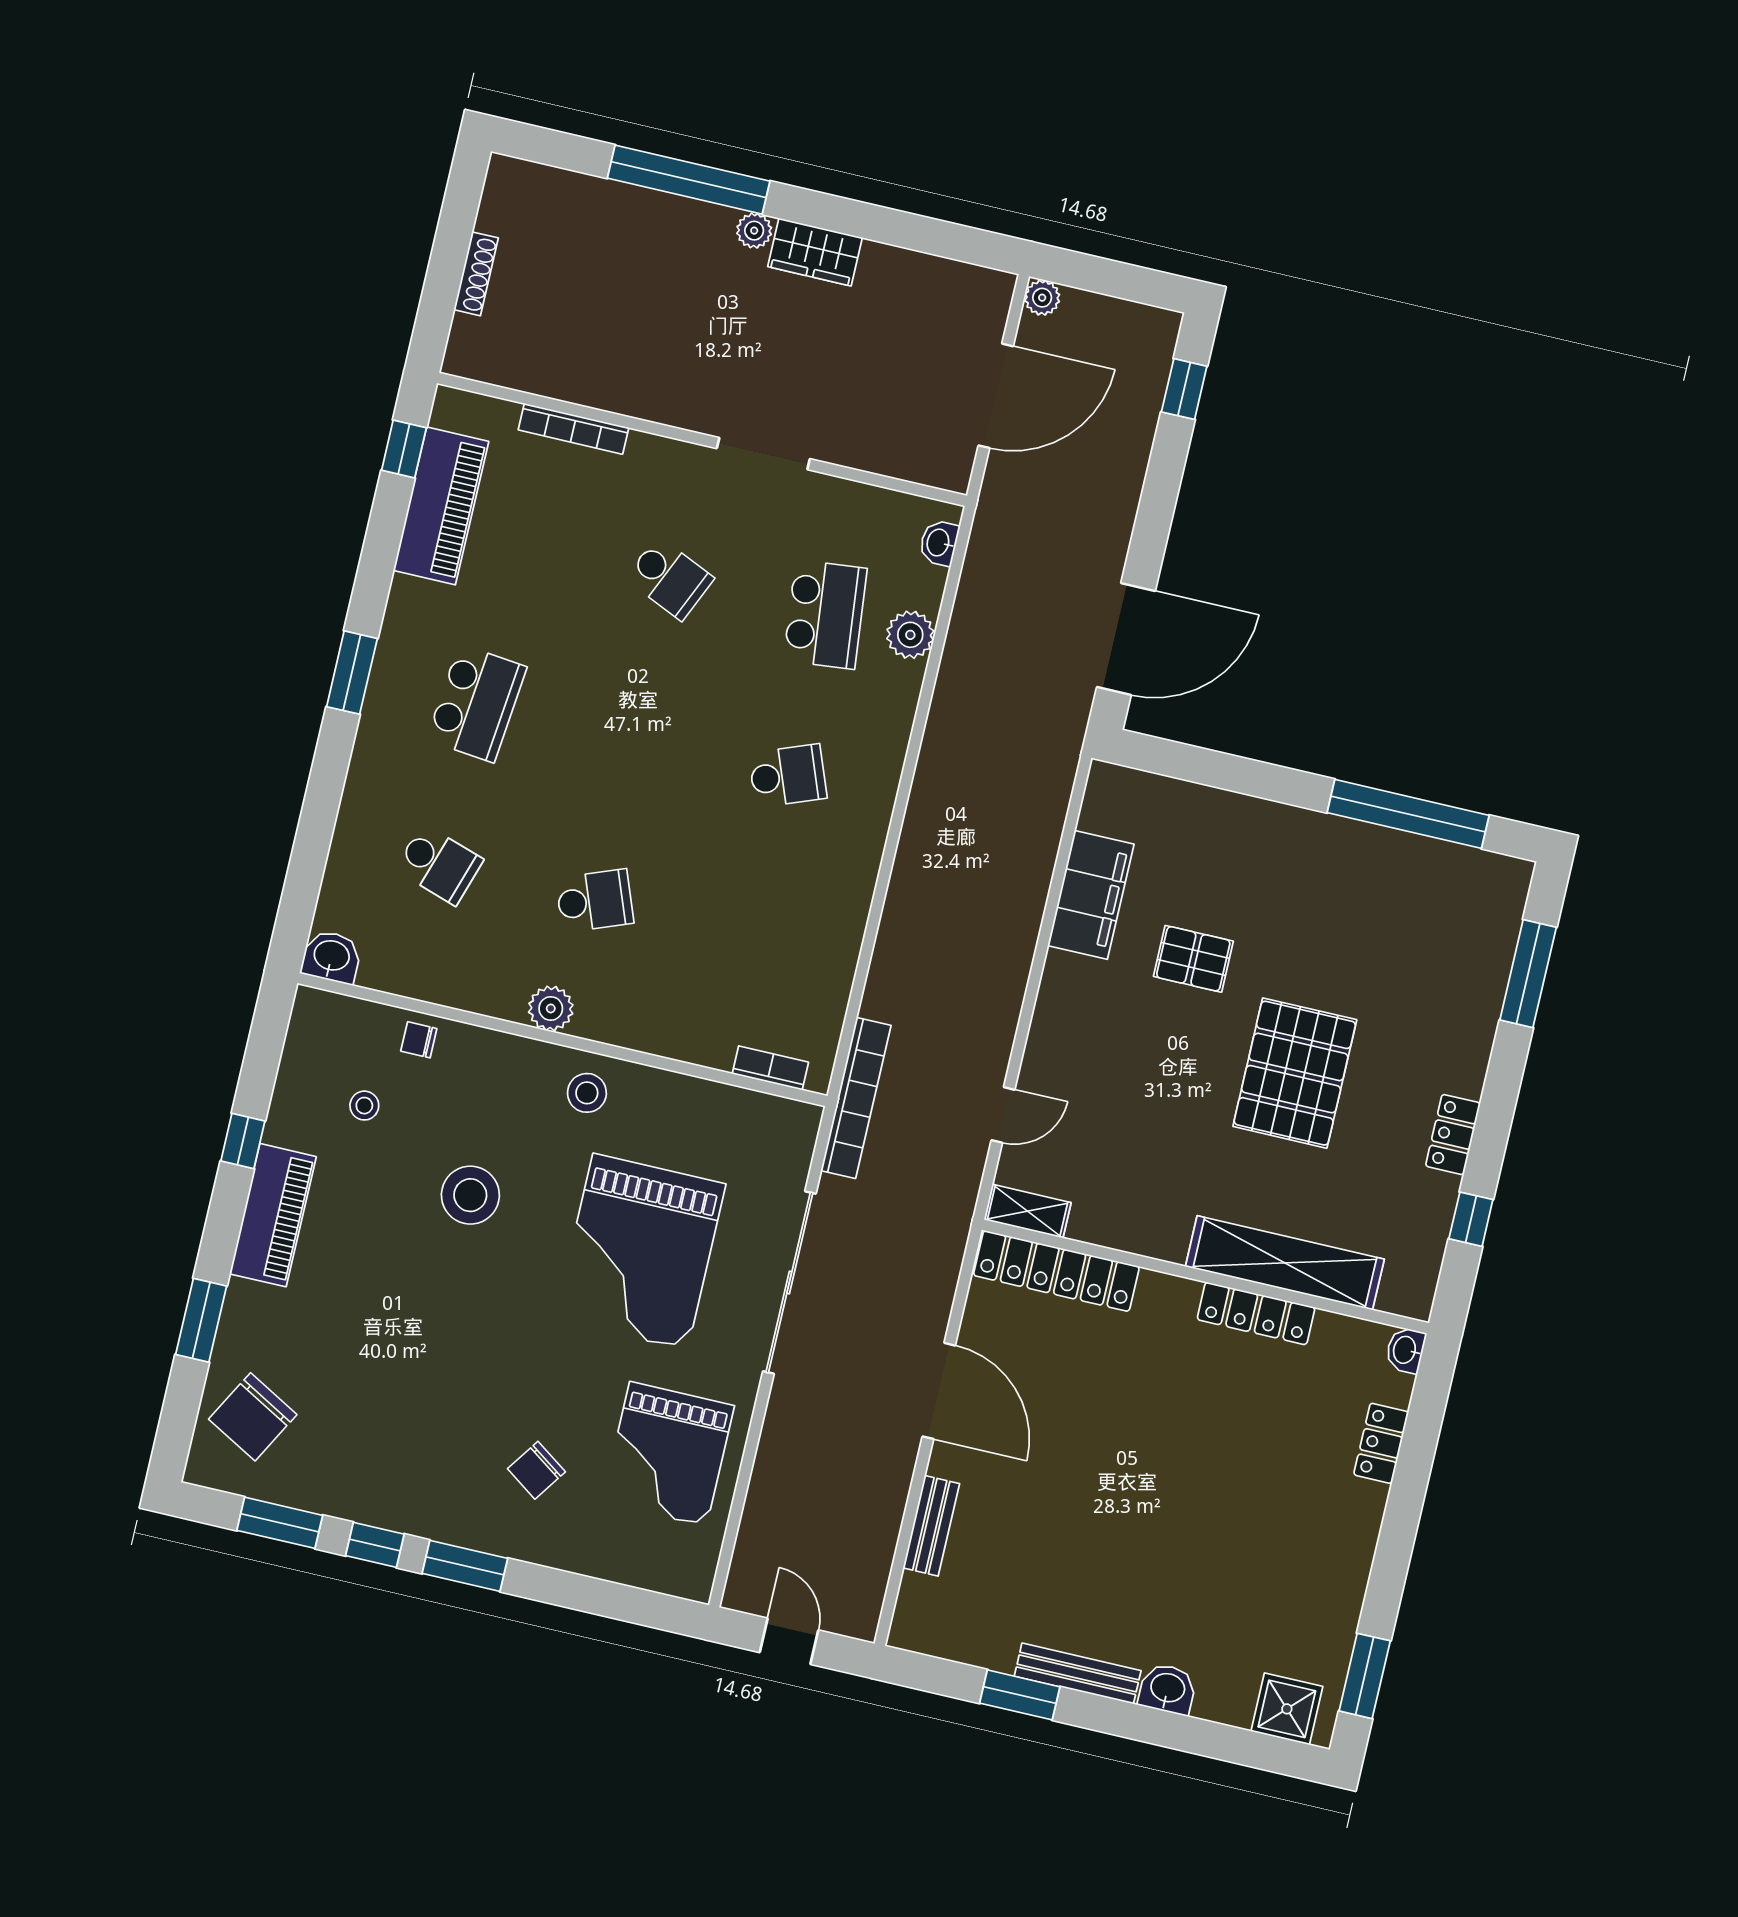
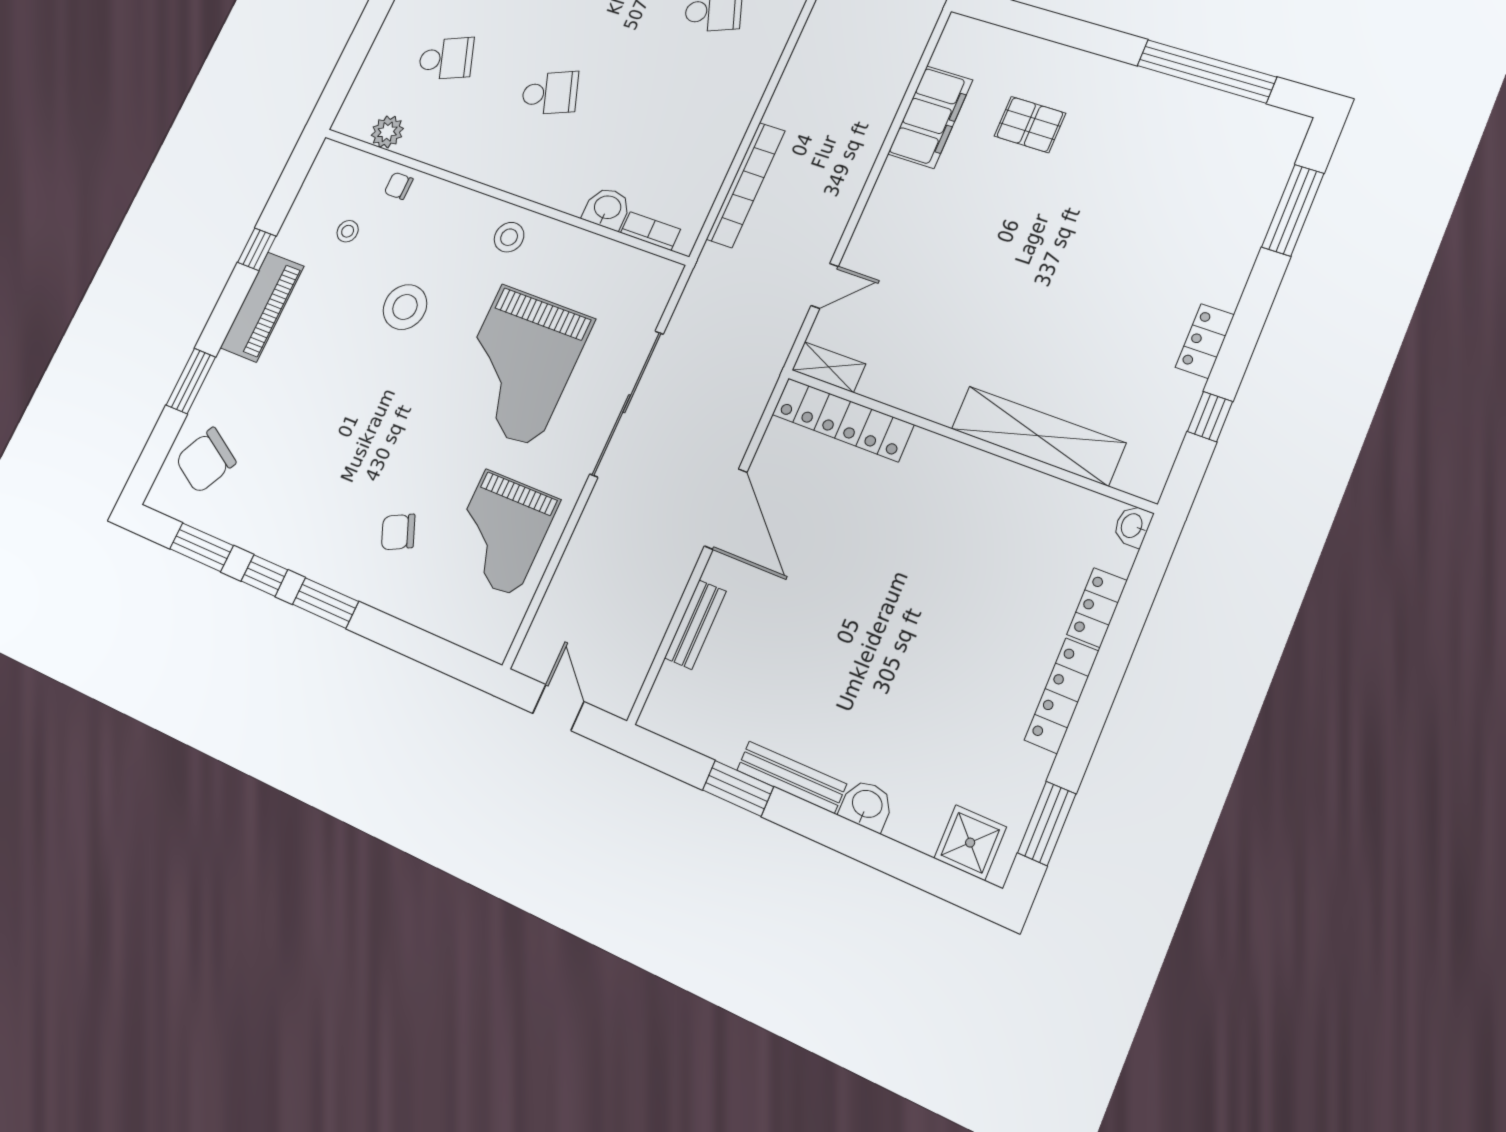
school desk: (439, 864) -> (446, 59), turned -39
washbasin: (331, 957) -> (607, 208), moved
pallet: (1193, 959) -> (1030, 125), moved
plant: (551, 1008) -> (387, 132), moved
pallet: (1295, 1073) -> (1074, 275), removed
bookcase: (856, 1098) -> (746, 185), moved
locker: (1256, 1313) -> (1062, 695), moved, turned 90
chair: (536, 1470) -> (398, 532), turned 30

